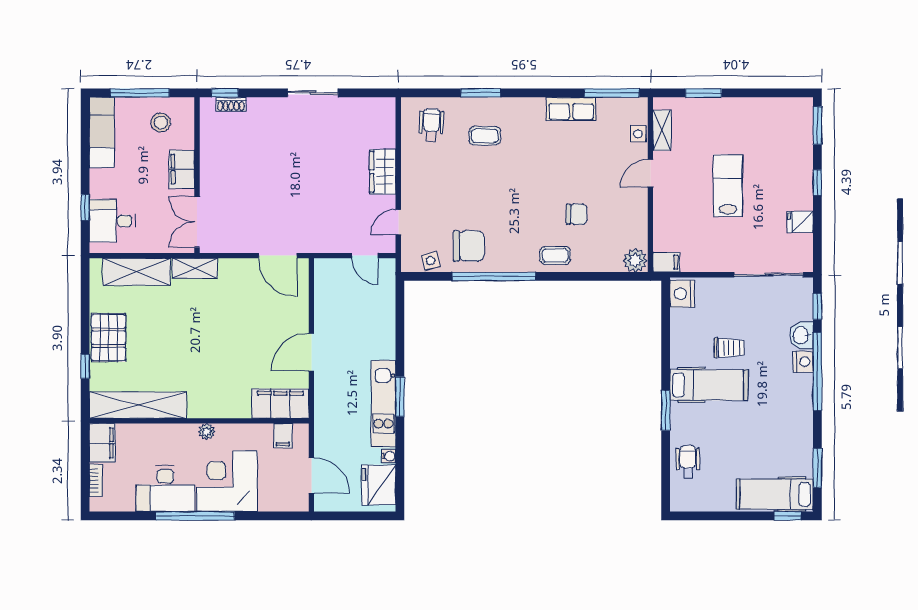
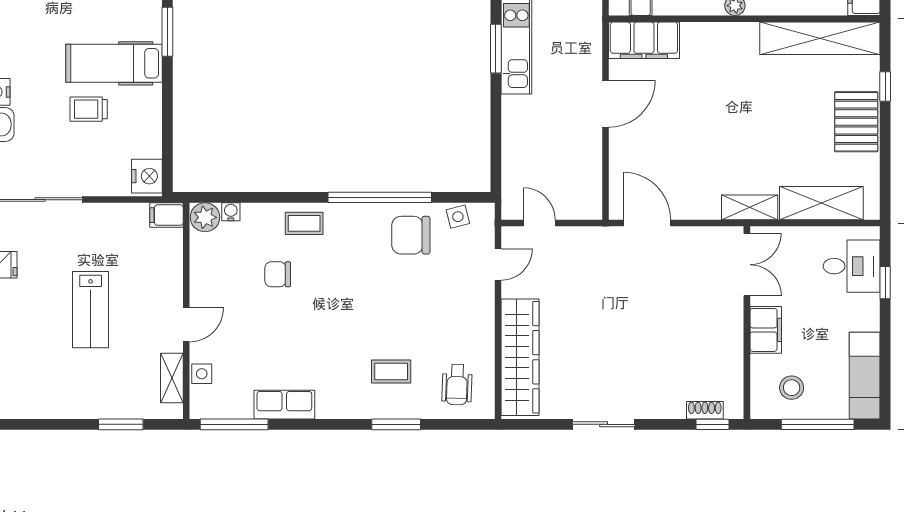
wardrobe: (383, 172) -> (520, 357), width x2.10, depth x1.17
water cooler: (614, 265) -> (231, 212), added

